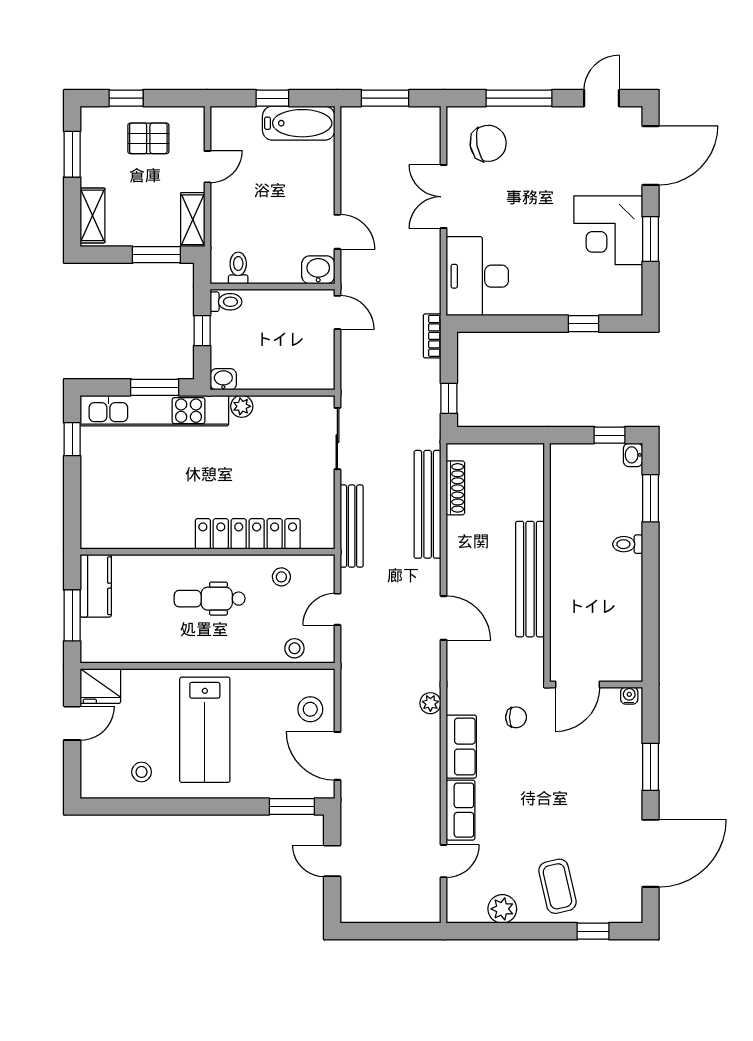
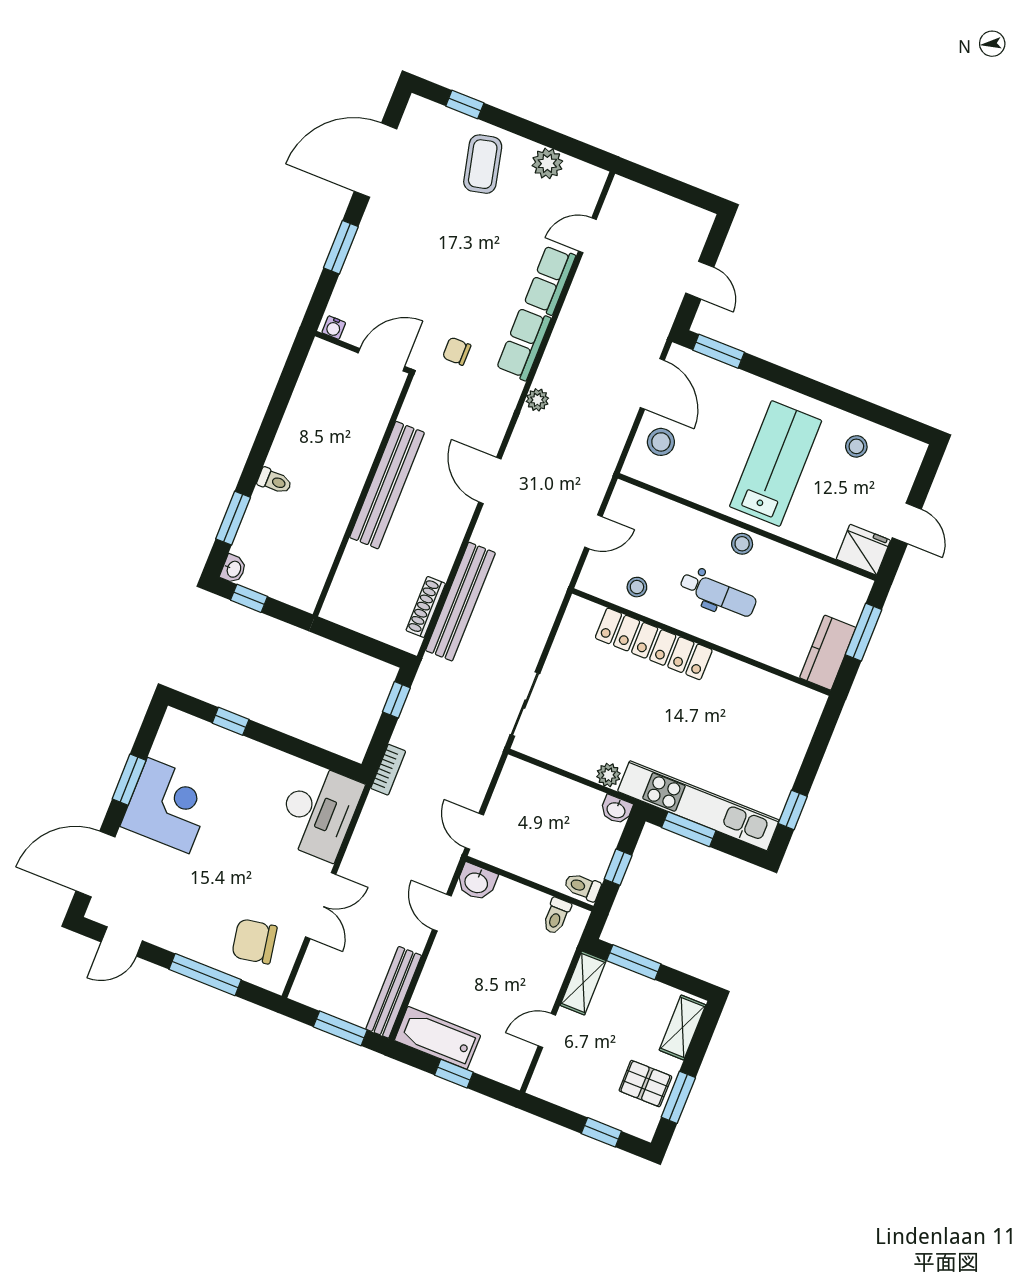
pallet: (148, 138) -> (645, 1084), moved
bench: (352, 526) -> (394, 992), moved
stool: (294, 648) -> (742, 544), moved
door: (72, 723) -> (907, 523), swing flipped

